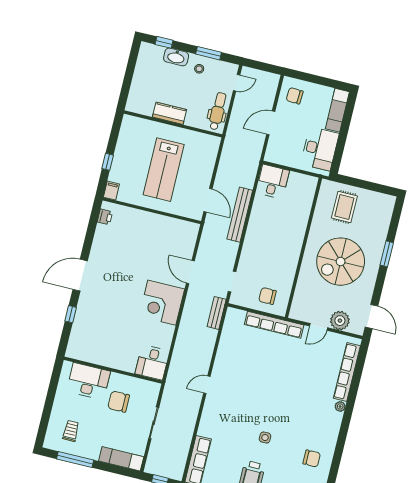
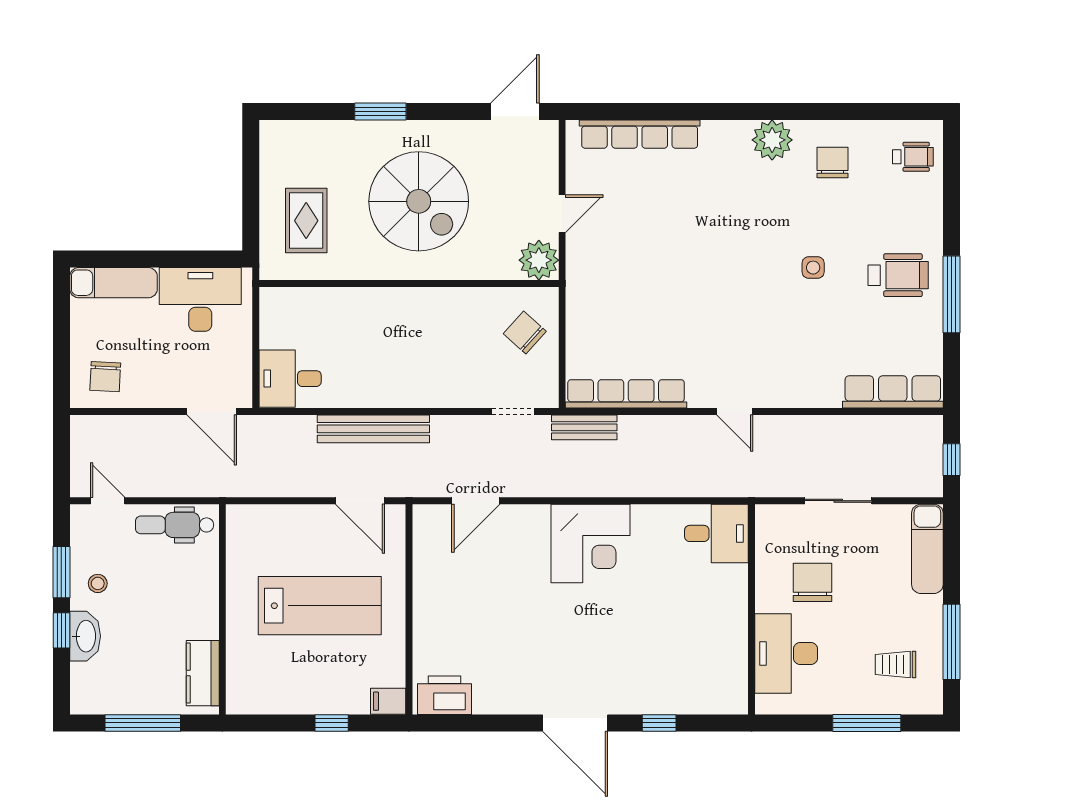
window: (164, 42) -> (61, 630), moved
window: (129, 74) -> (143, 723), added
kitchen counter: (170, 113) -> (203, 673), moved
door: (271, 123) -> (212, 412), moved
door: (208, 200) -> (360, 501), swing flipped
rug: (344, 207) -> (306, 221), turned 90
printer: (105, 217) -> (445, 695), width x1.87, depth x1.48
door: (190, 272) -> (476, 501), moved
chair: (267, 296) -> (525, 333), turned 132
plant: (340, 321) -> (539, 260), moved
row of seats: (274, 325) -> (626, 394), moved, turned -90
door: (319, 327) -> (562, 214), hinge flipped
chair: (119, 402) -> (813, 582), turned 180
plant: (340, 406) -> (772, 140), moved, width x1.88, depth x1.88
window: (47, 411) -> (867, 723), added

